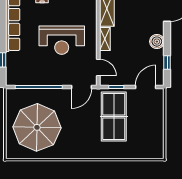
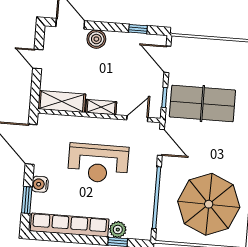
reception desk: (62, 40) -> (98, 163), turned 90
boiler: (157, 42) -> (96, 39), moved
plant: (12, 59) -> (118, 230), added

